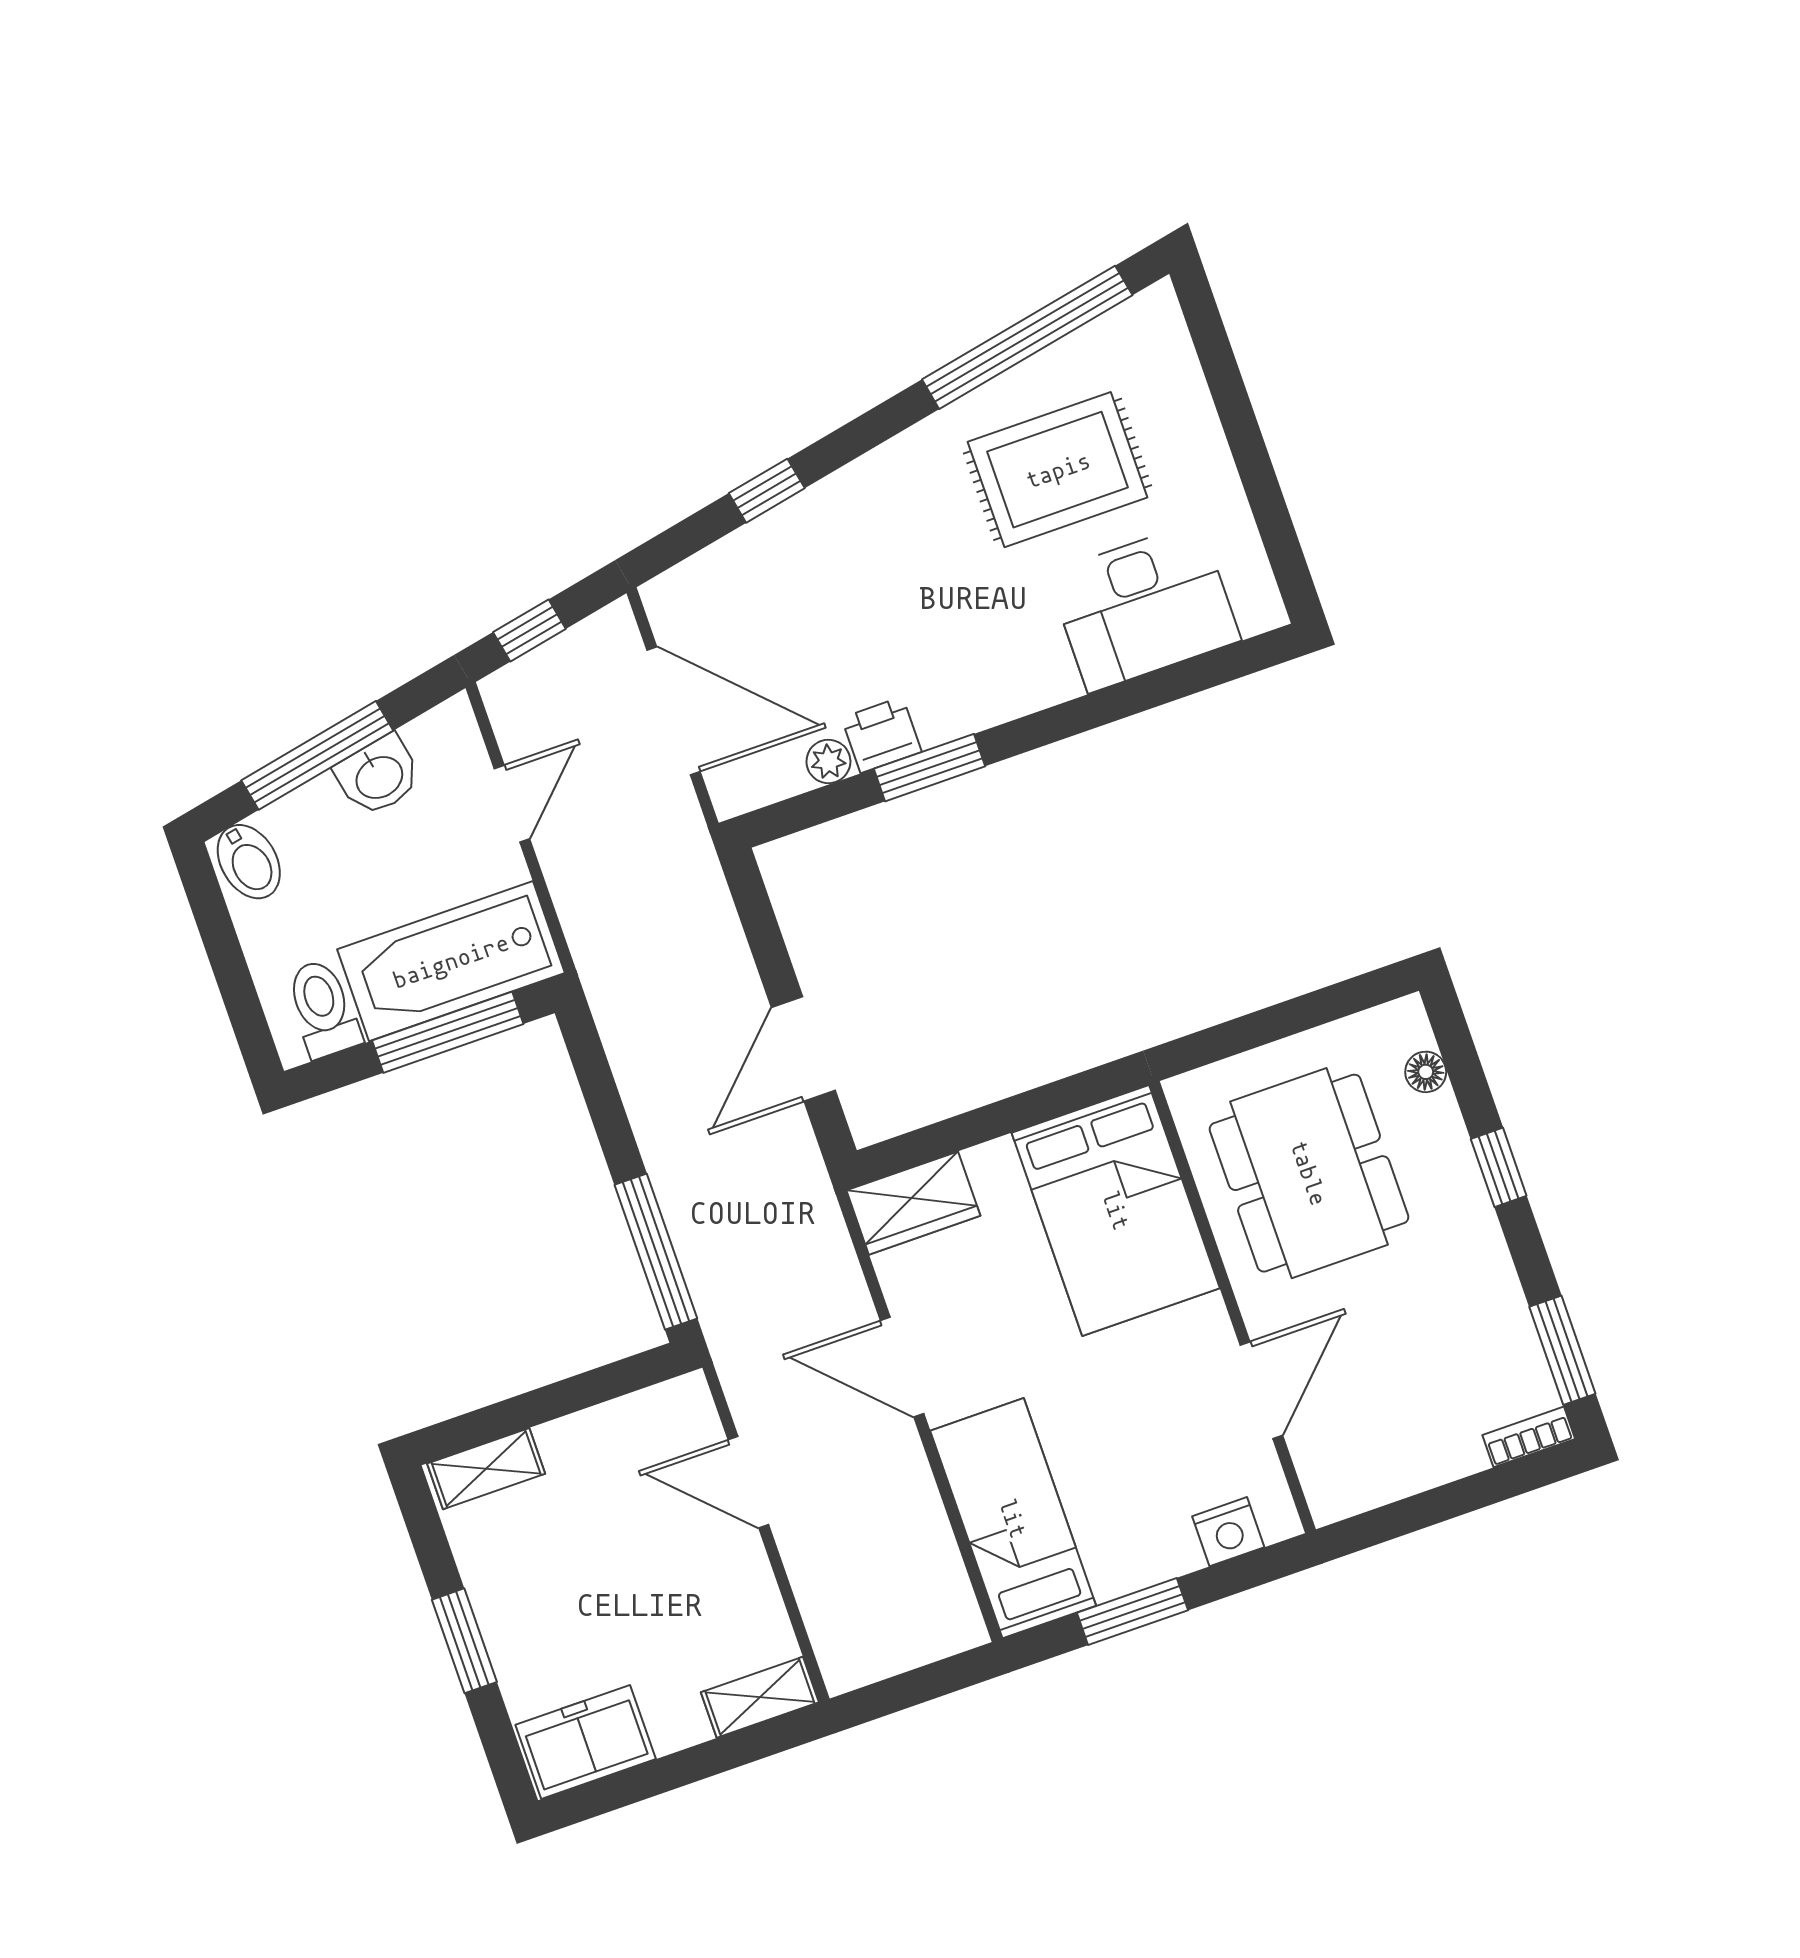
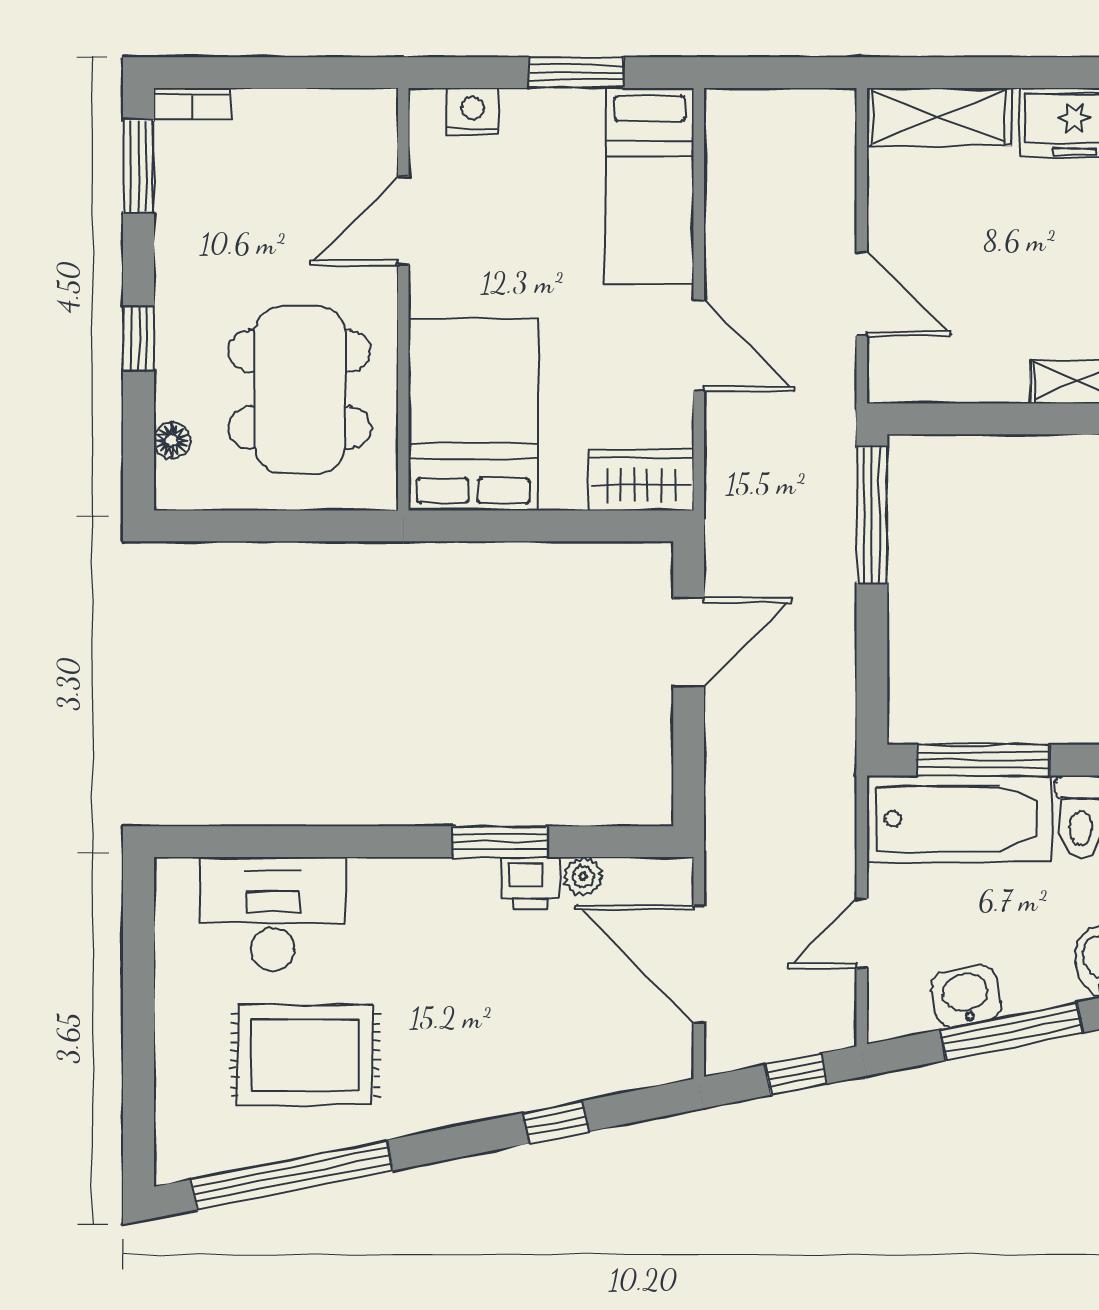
shelving: (760, 1697) -> (939, 117), width x1.50, depth x1.33

